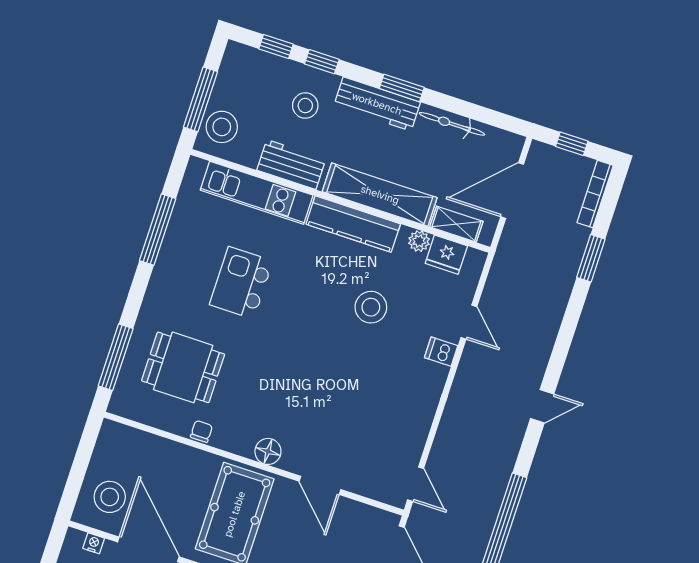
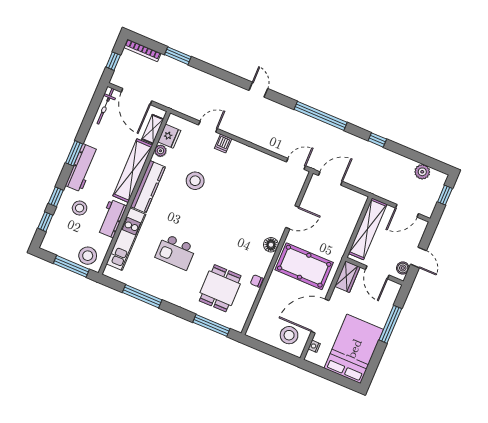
bicycle: (452, 124) -> (105, 106), moved

